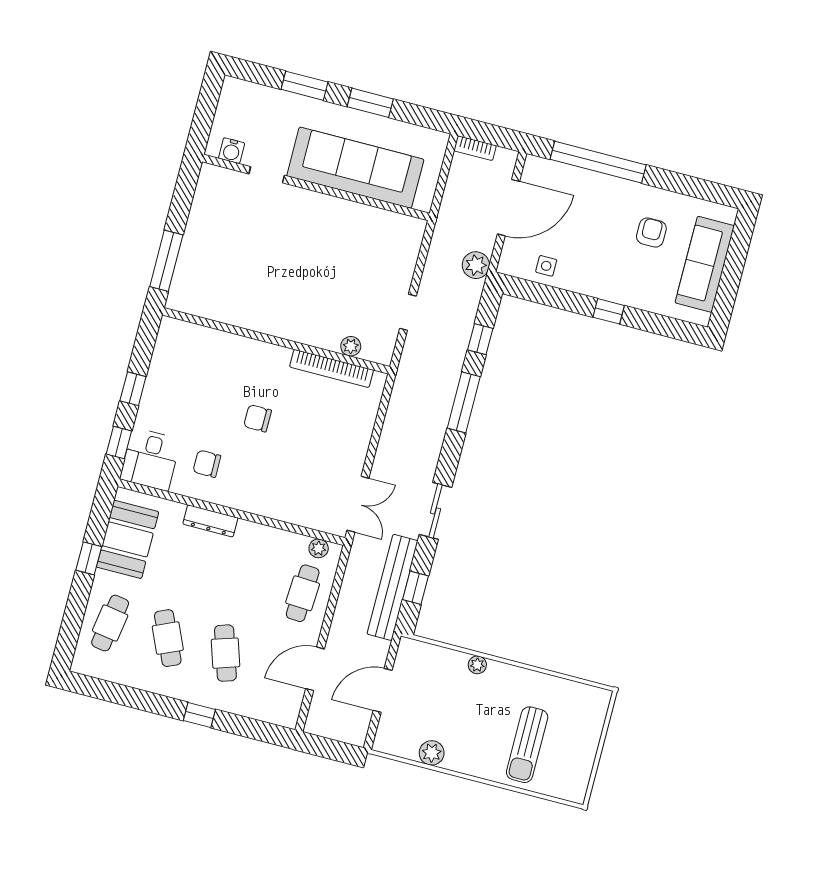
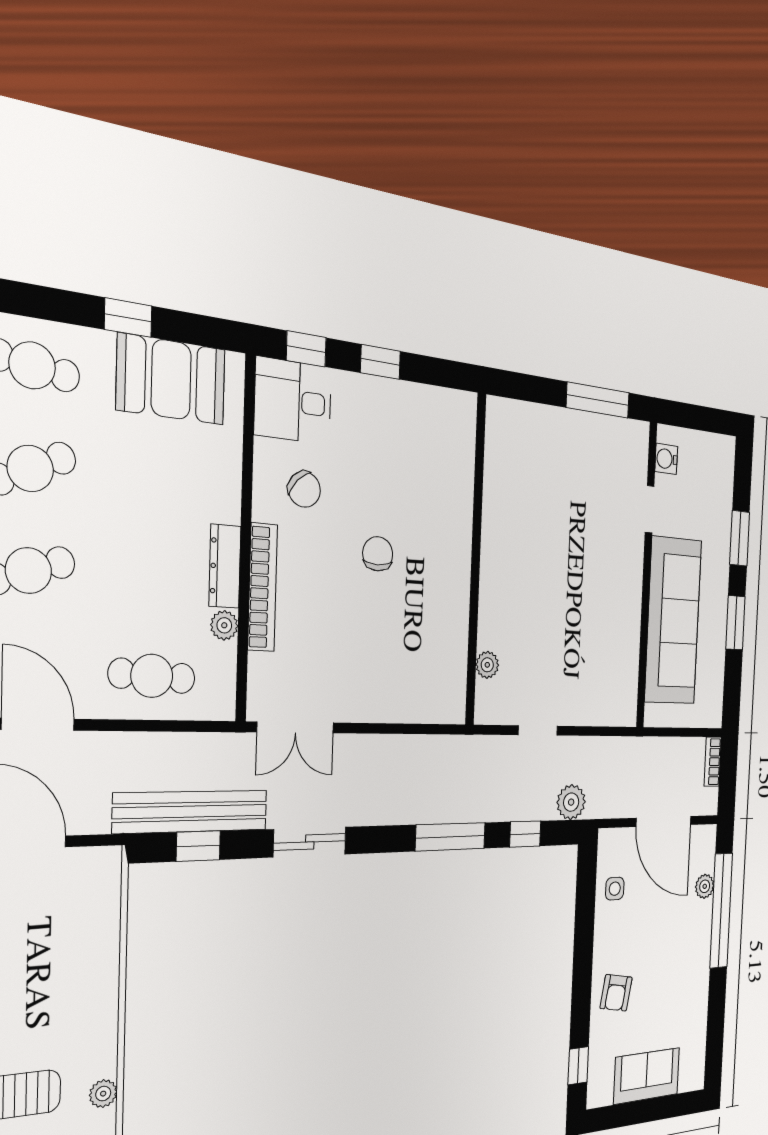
plant: (573, 176) -> (705, 886), added
armchair: (651, 233) -> (616, 993), moved, turned 100
window: (166, 261) -> (598, 400), moved
sofa: (705, 264) -> (647, 1076), width x0.73
plant: (476, 265) -> (571, 802), moved
window: (609, 311) -> (578, 1066), moved
bookcase: (332, 368) -> (263, 587), moved, turned 180
chair: (207, 464) -> (304, 489), turned 134
dresser: (210, 521) -> (225, 566), moved
plant: (319, 548) -> (224, 625), moved
plant: (477, 665) -> (103, 1094), moved

